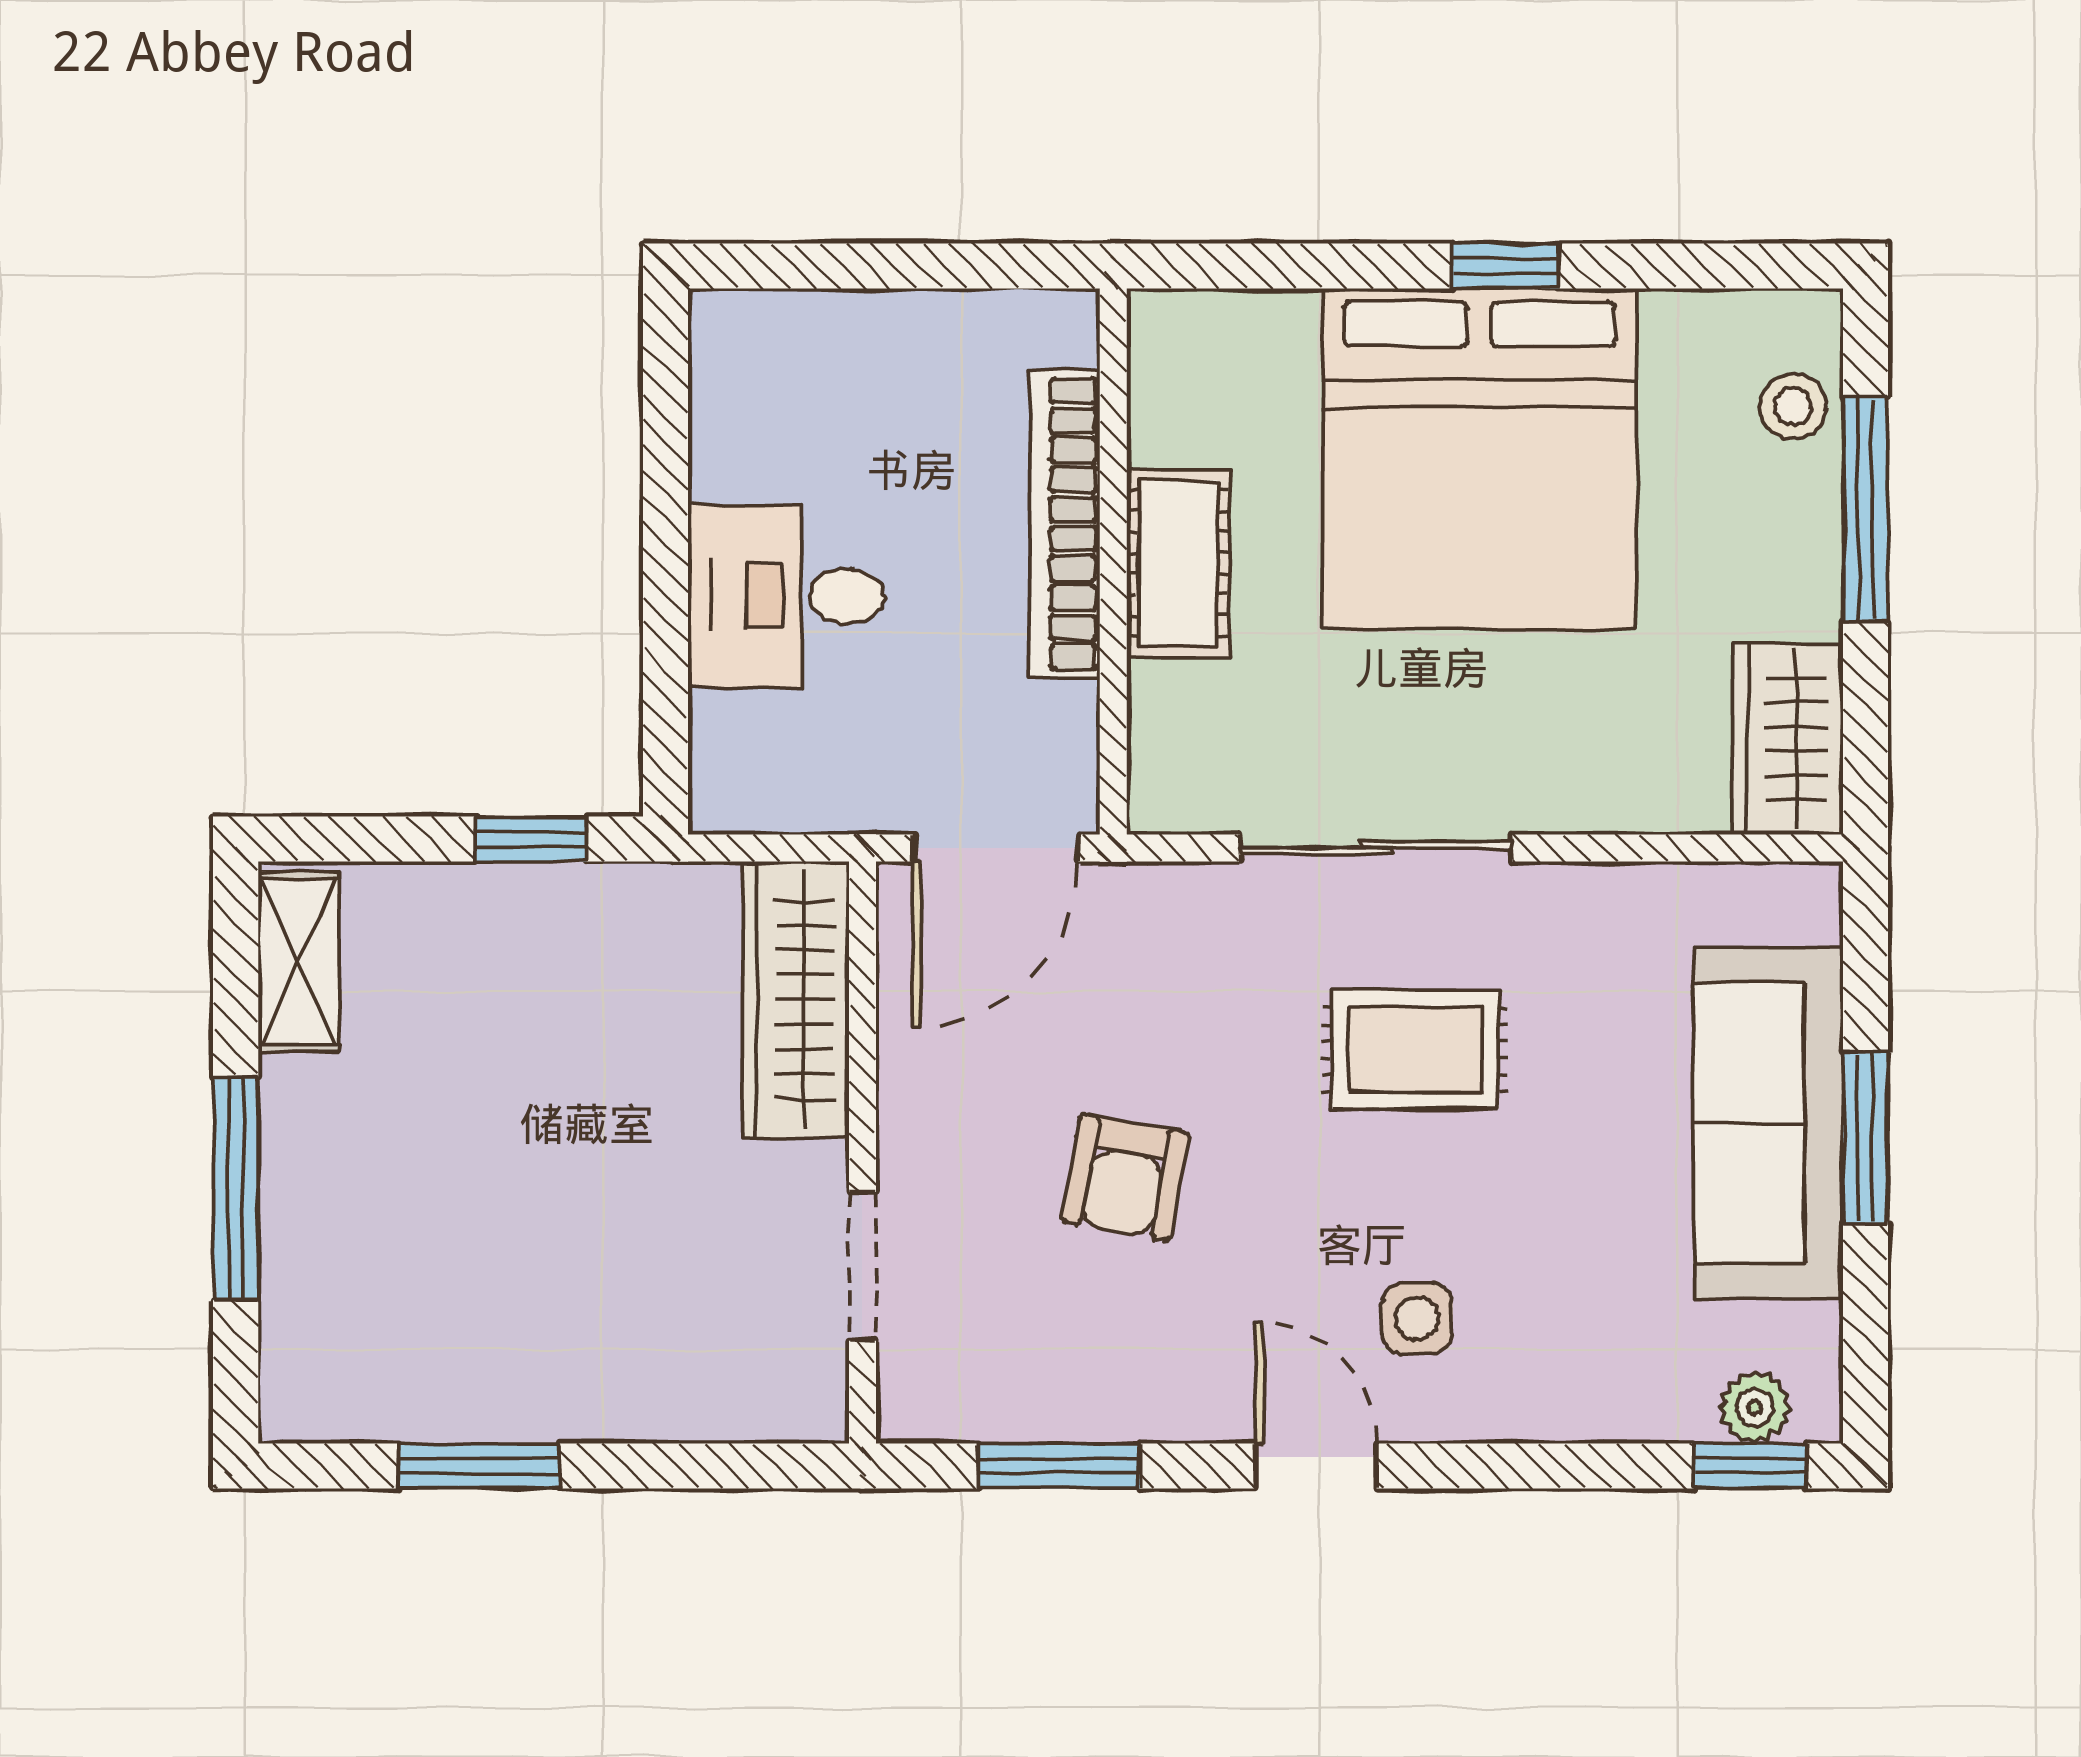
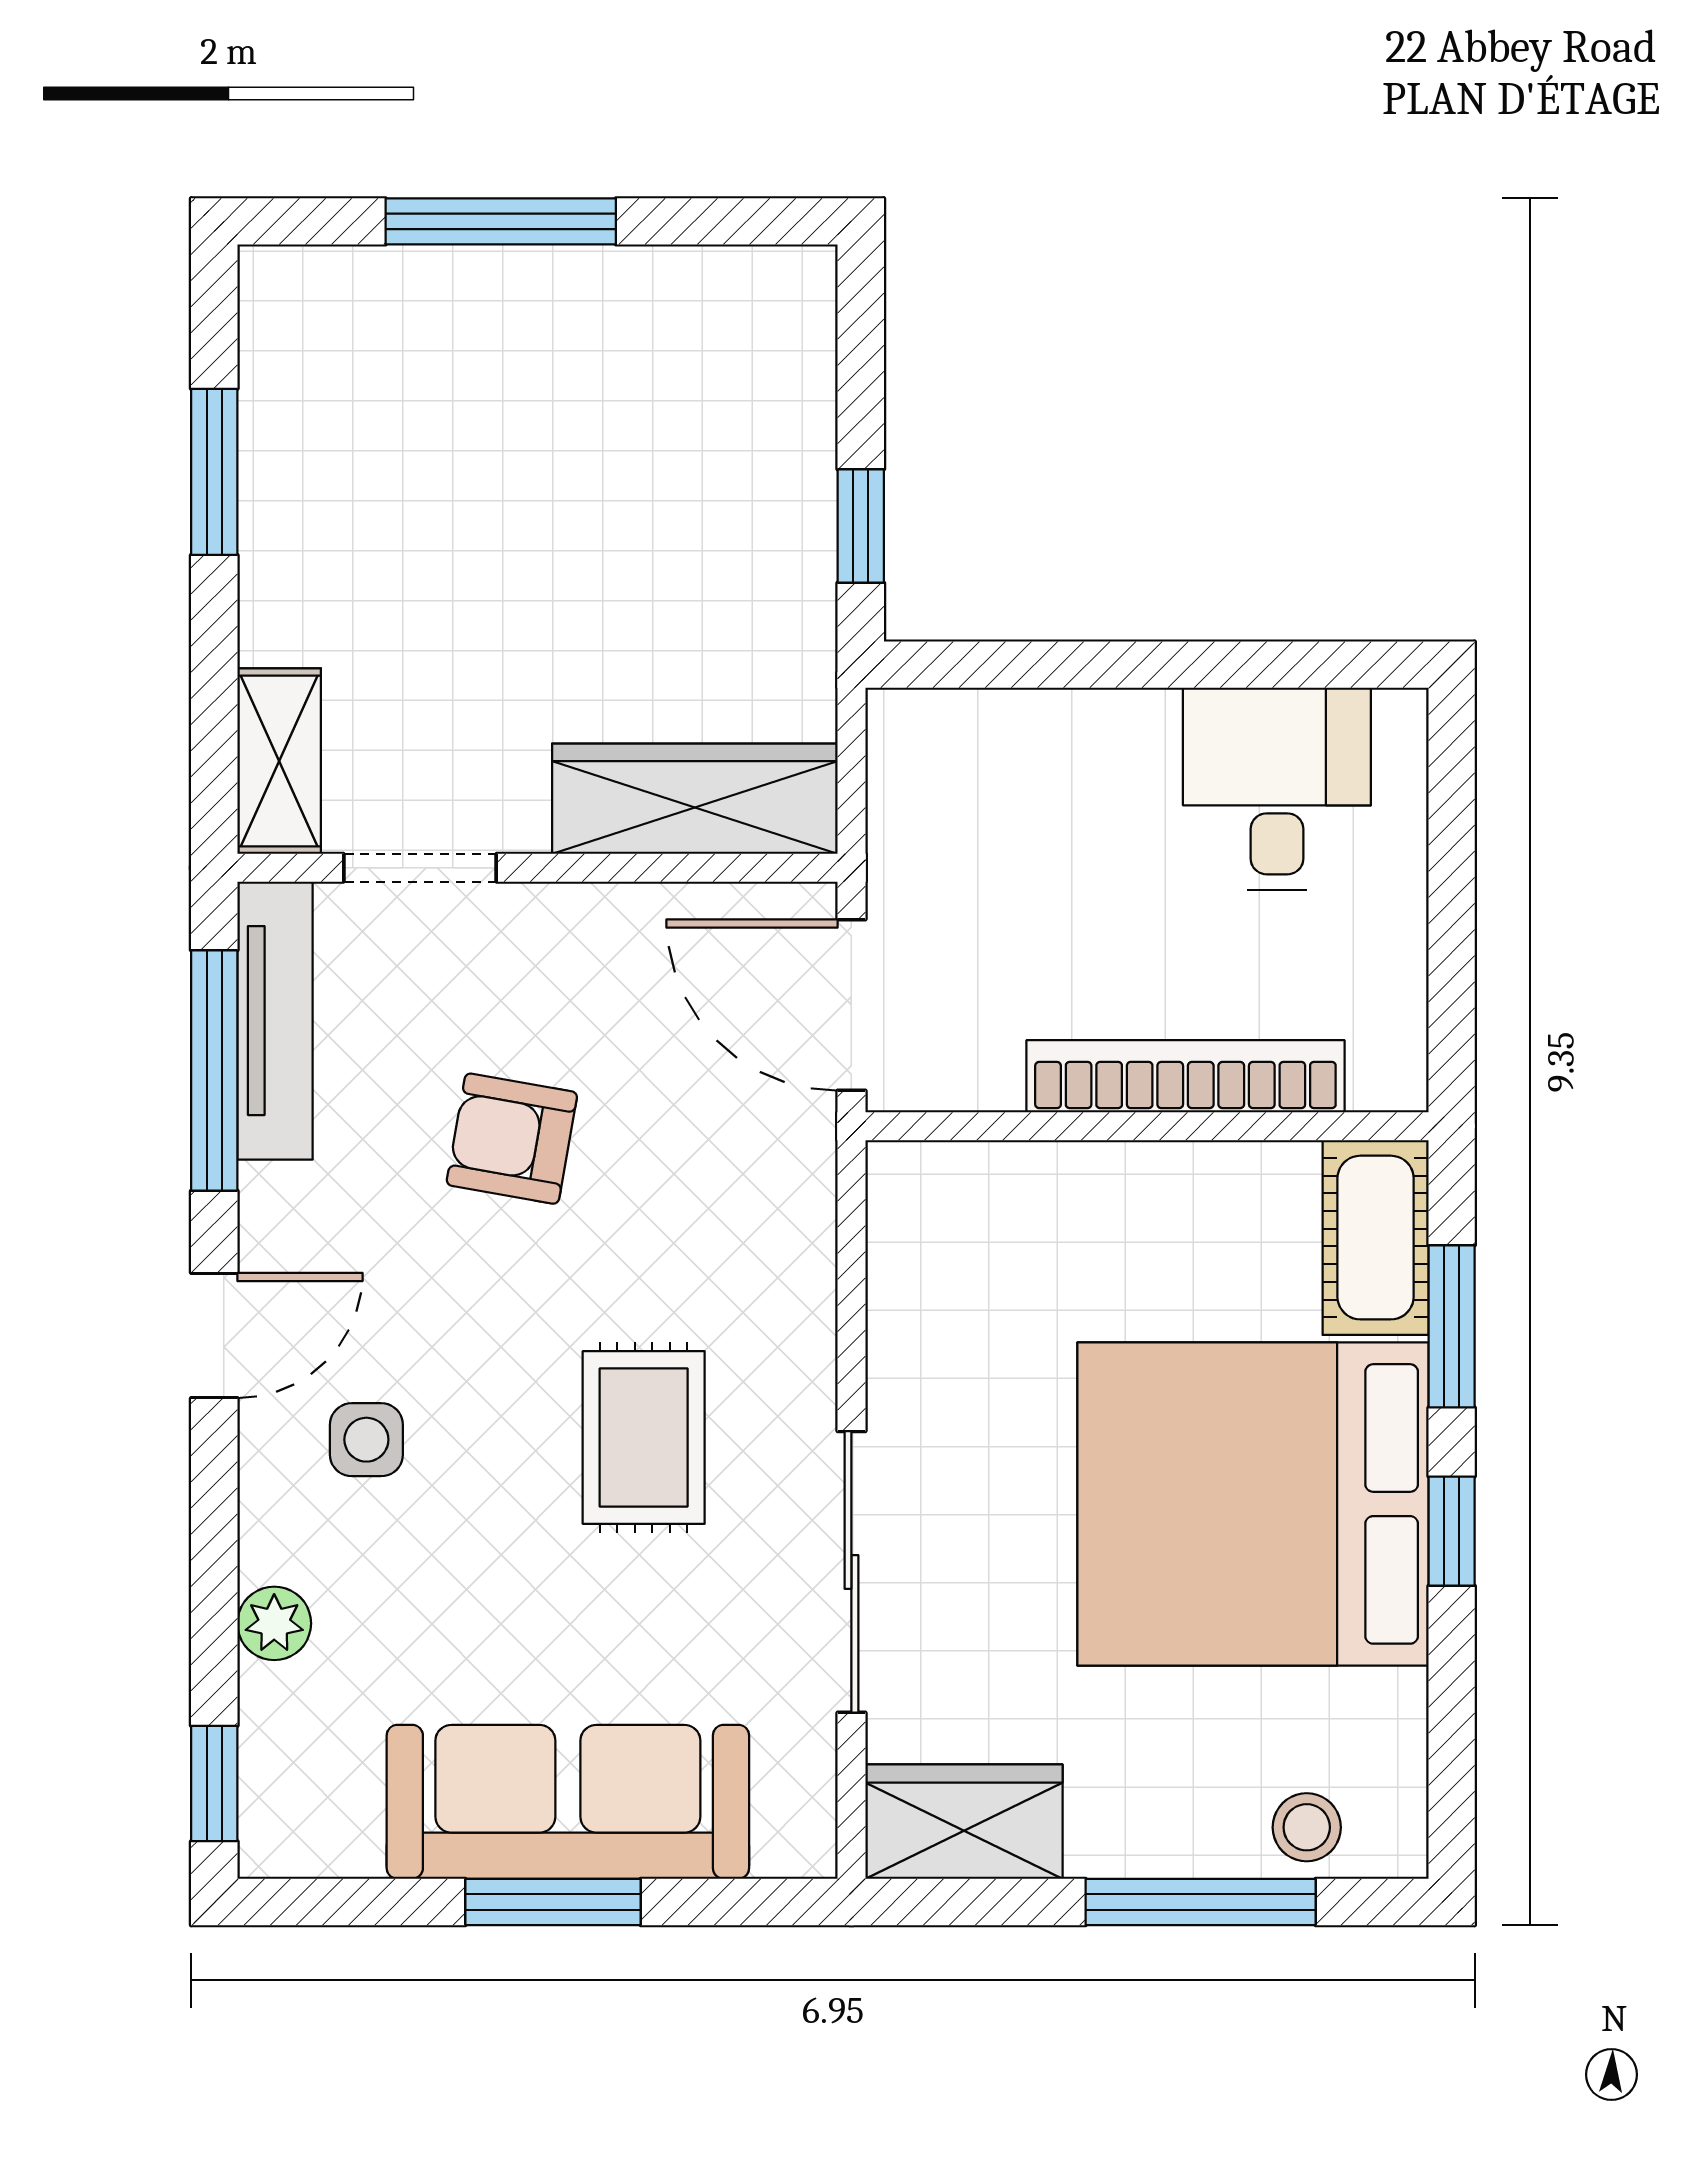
window: (1307, 266) -> (1452, 1326), added
cot: (1178, 563) -> (1376, 1238), moved, turned 90
desk: (786, 596) -> (1277, 789), moved
sliding door: (1376, 848) -> (851, 1572), moved
shelving: (299, 962) -> (279, 761), moved, turned 90
tv unit: (1011, 1407) -> (275, 1021), added
plant: (1755, 1408) -> (274, 1623), moved
window: (1059, 1466) -> (214, 1071), width x1.44

